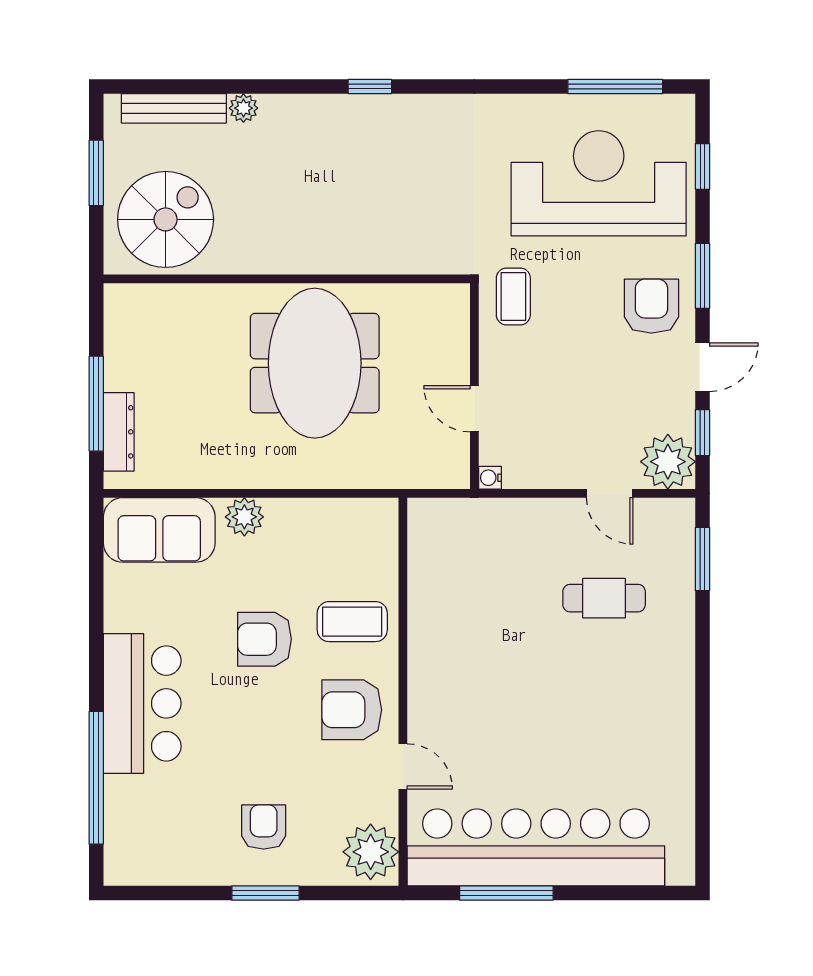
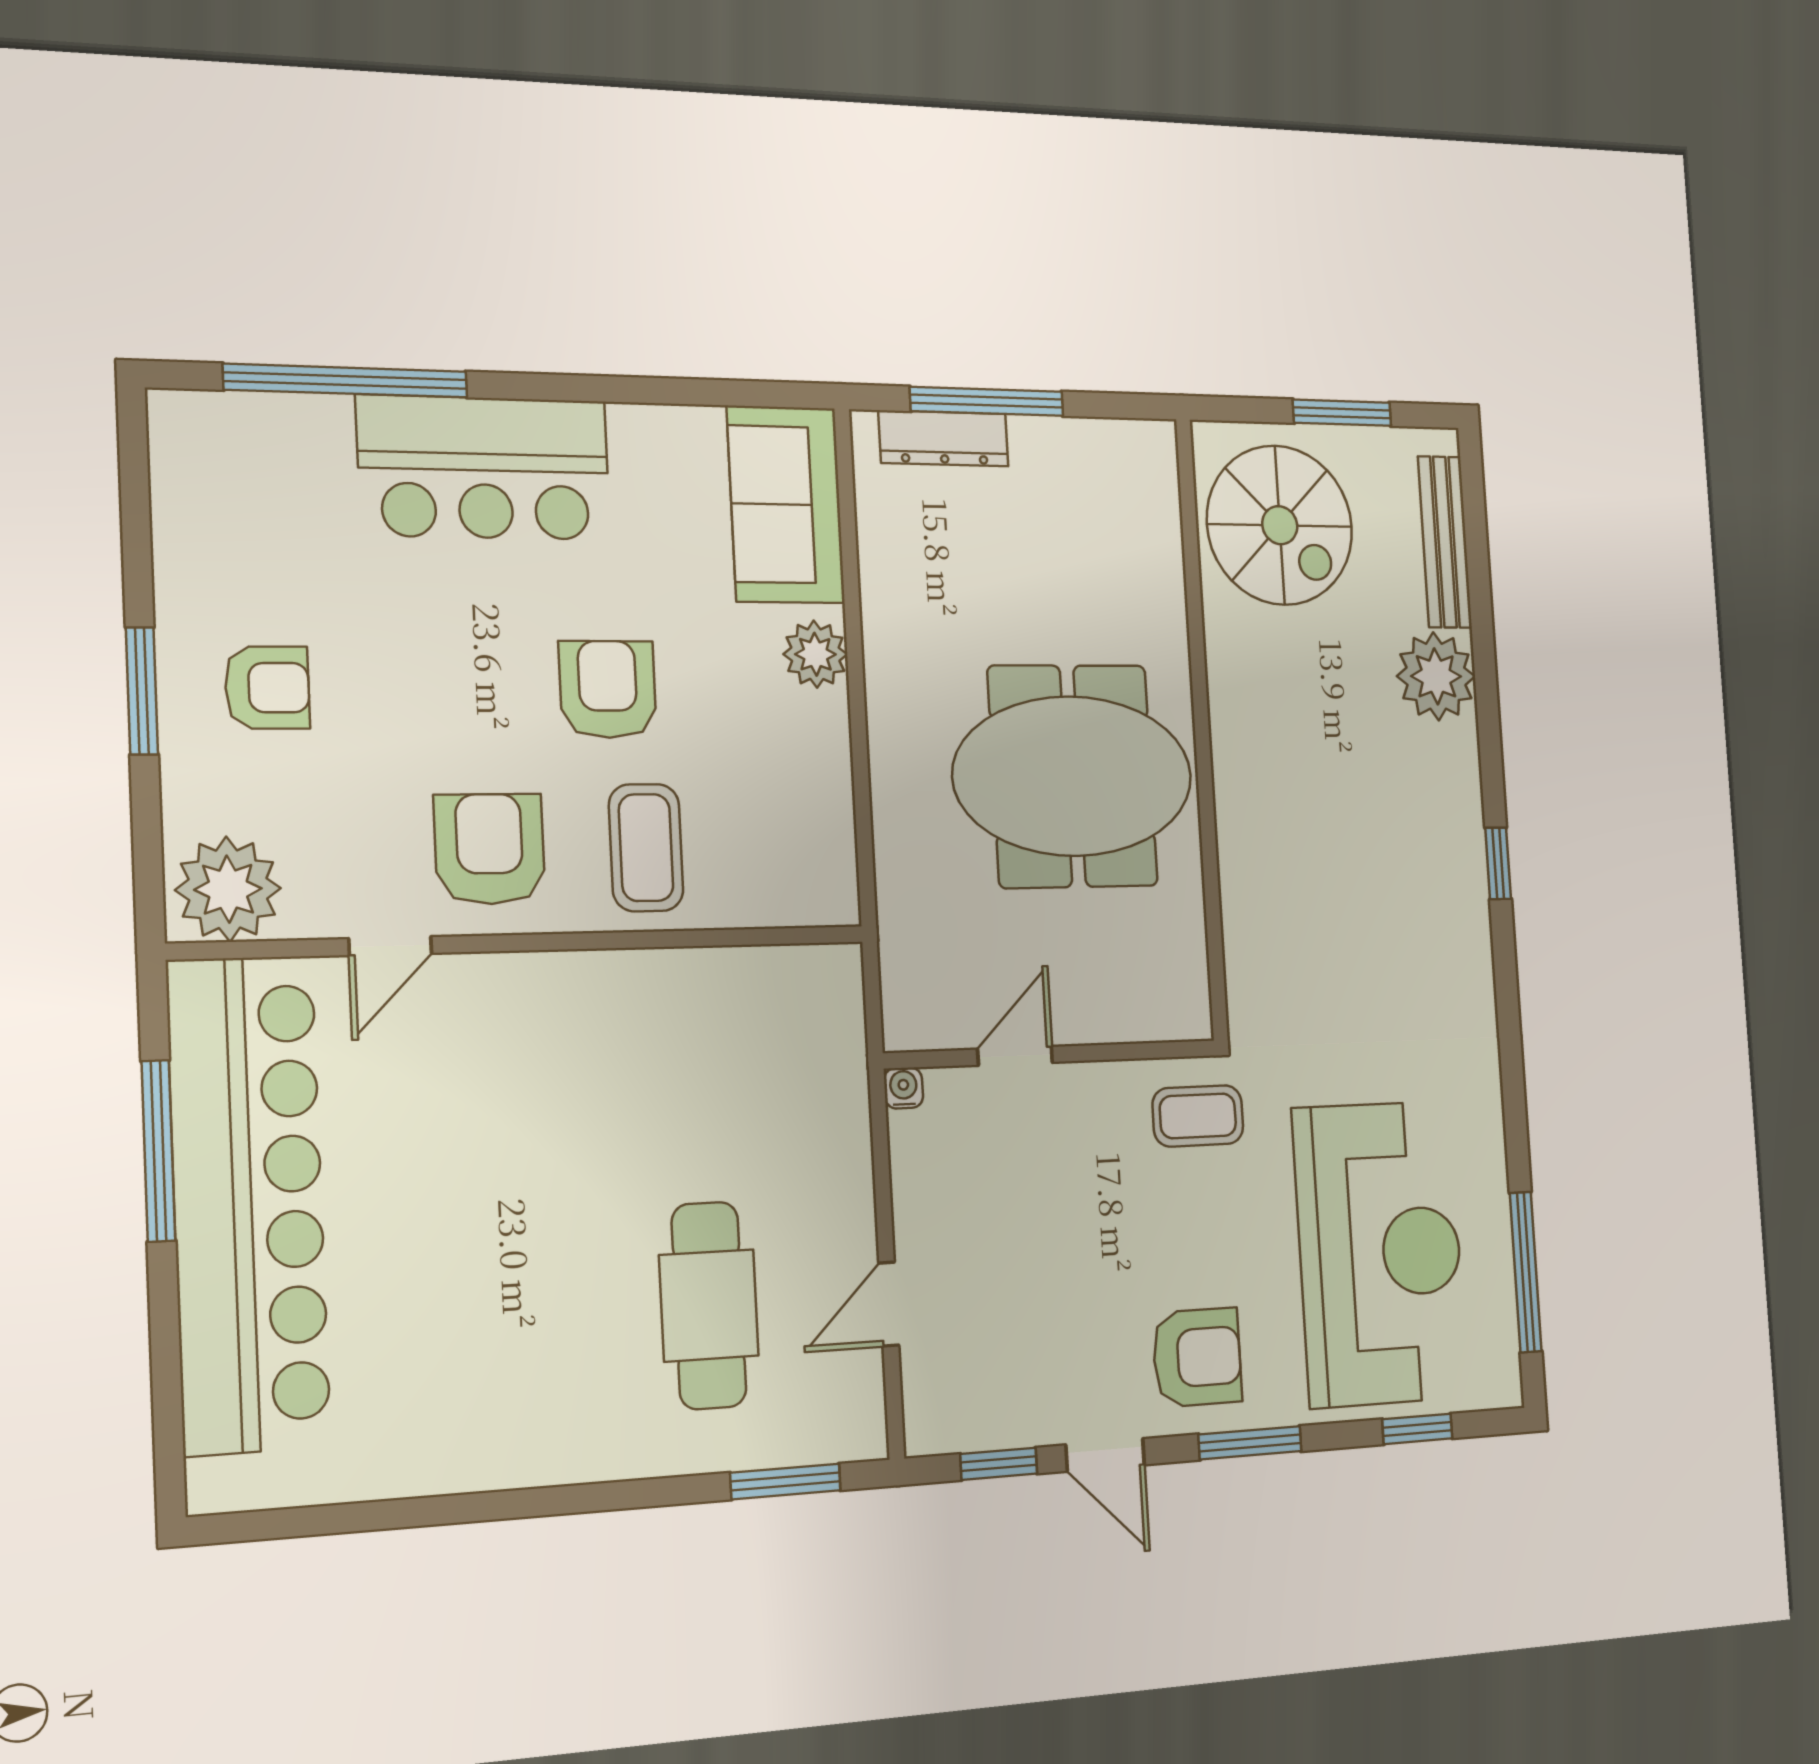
plant: (243, 108) -> (1436, 676), width x1.88, depth x1.88
plant: (668, 462) -> (947, 1405), removed
cafe table: (604, 598) -> (709, 1305), width x1.37, depth x1.35

